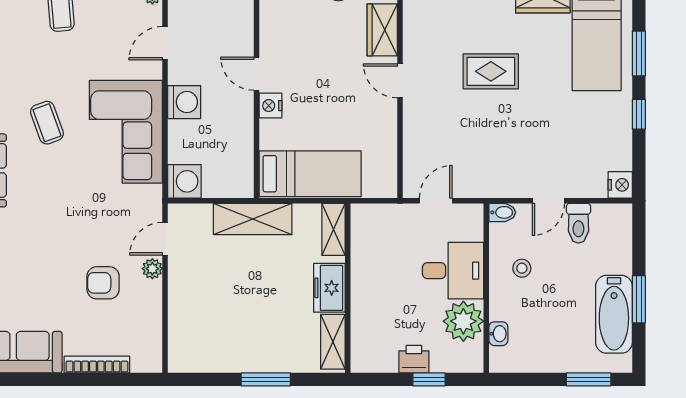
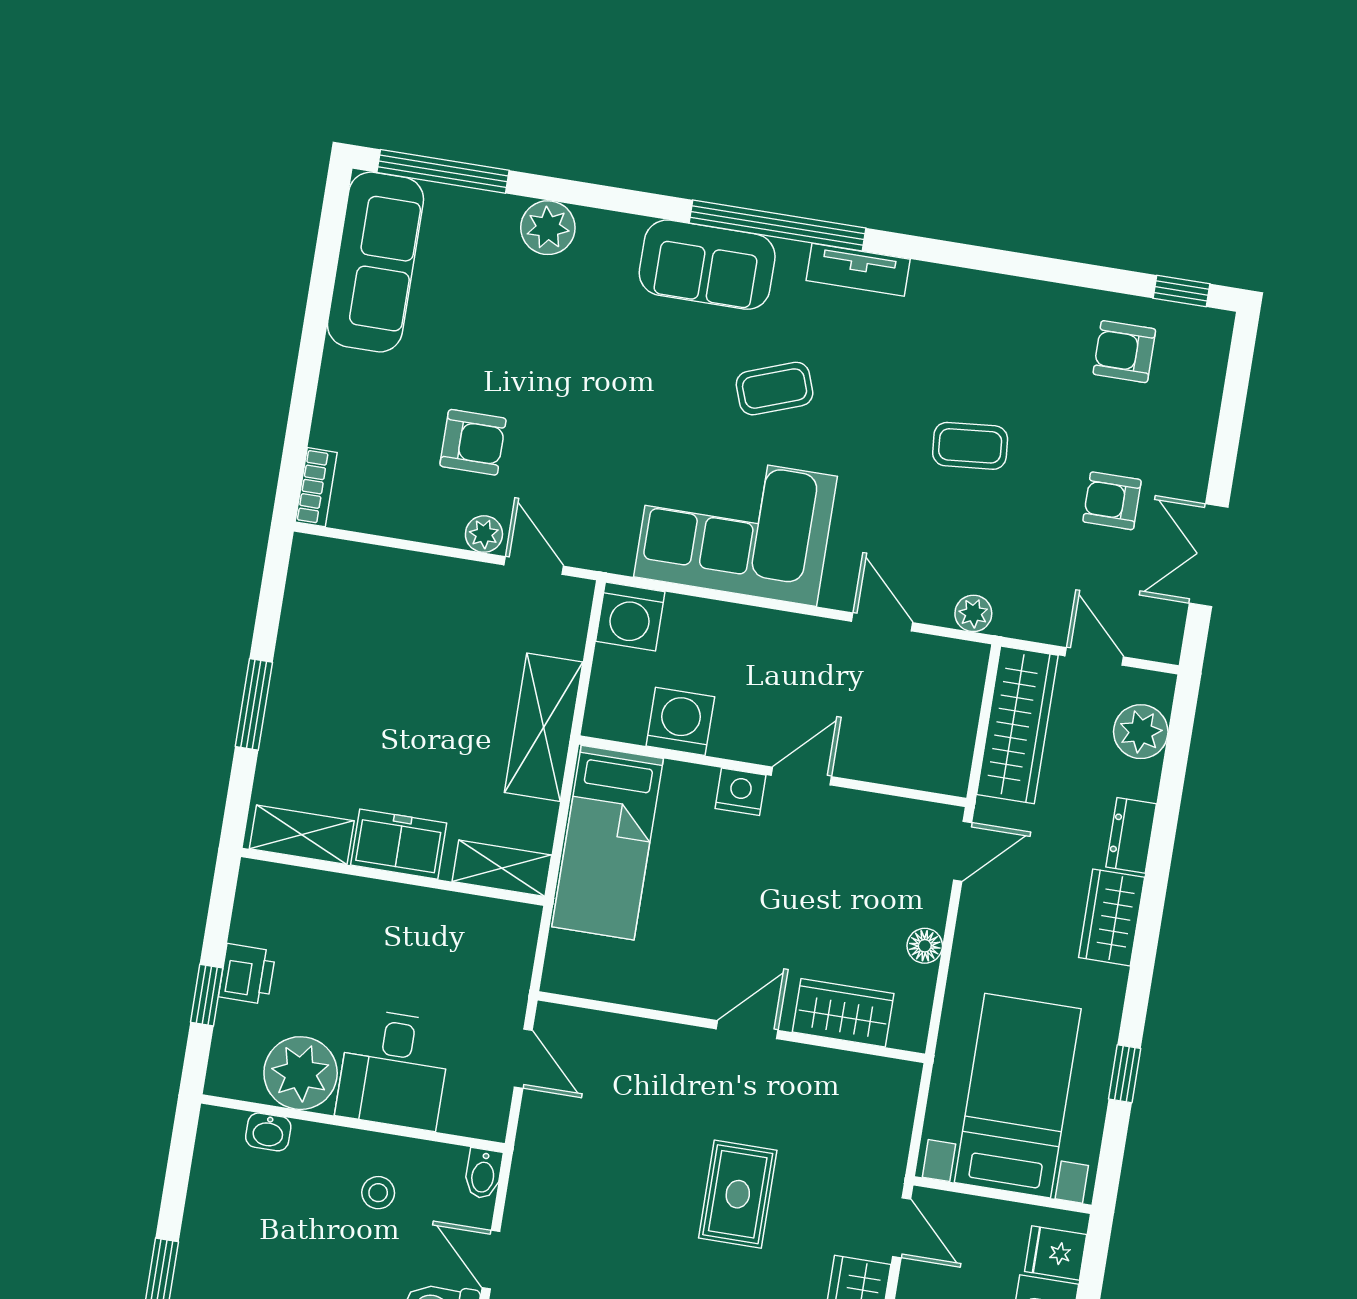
washing machine: (184, 102) -> (680, 721), moved, turned 180
armchair: (103, 283) -> (473, 442), turned 90
bookcase: (97, 365) -> (316, 487), moved, width x0.64

